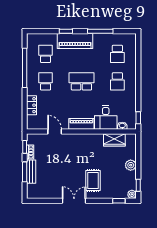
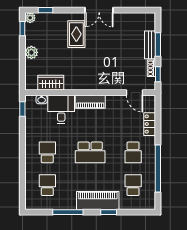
school desk: (45, 54) -> (133, 185), turned 180
door: (55, 131) -> (135, 93), moved

